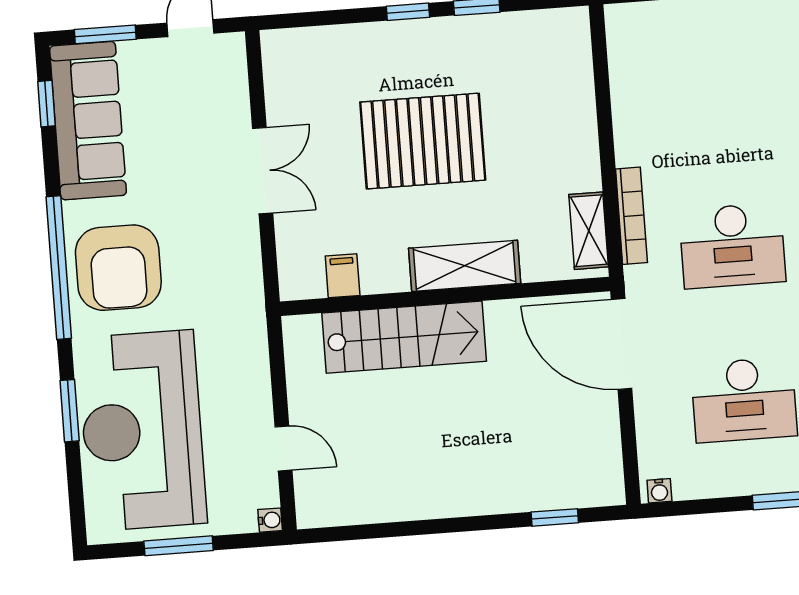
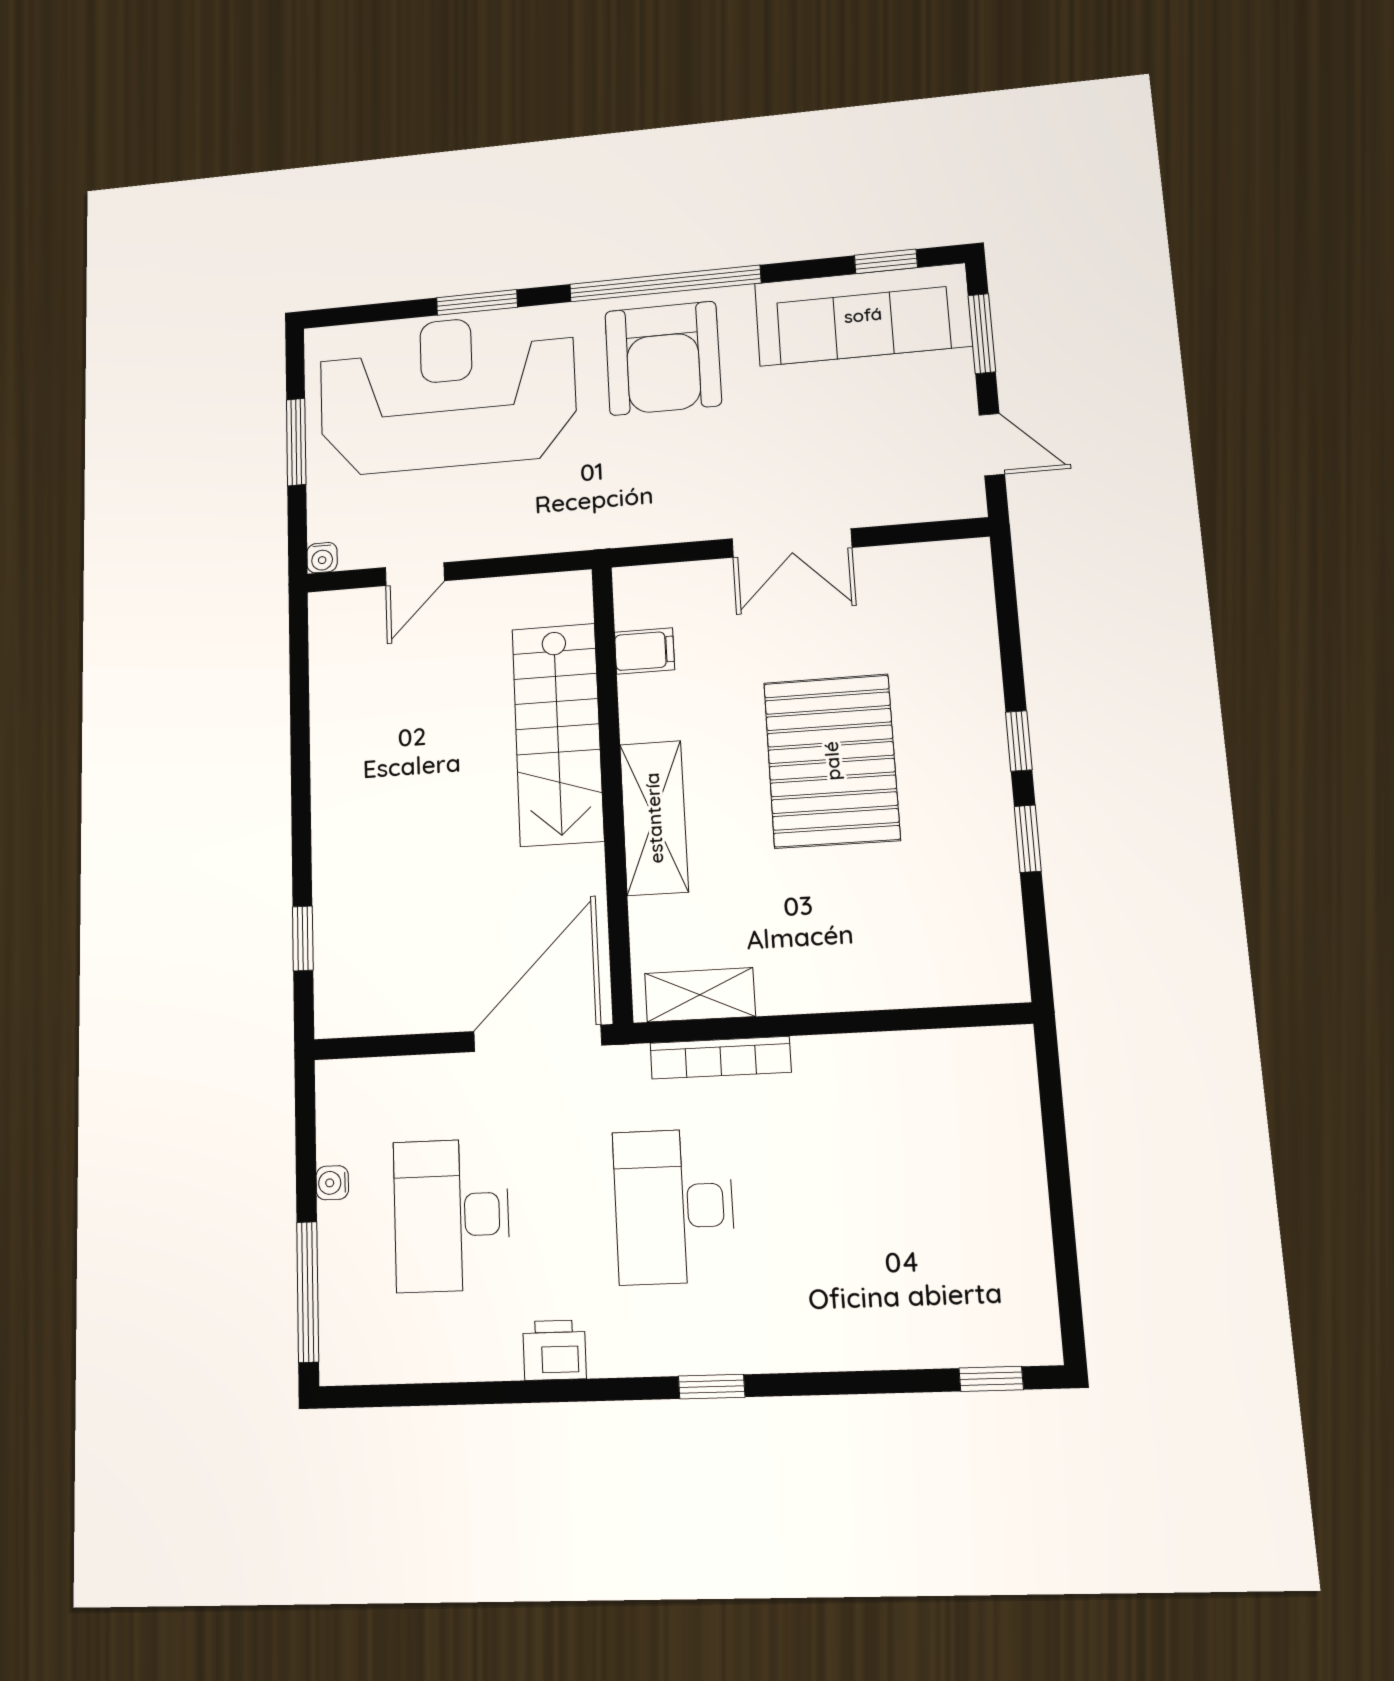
armchair: (118, 268) -> (663, 358), turned -90
water cooler: (659, 491) -> (332, 1183), moved

